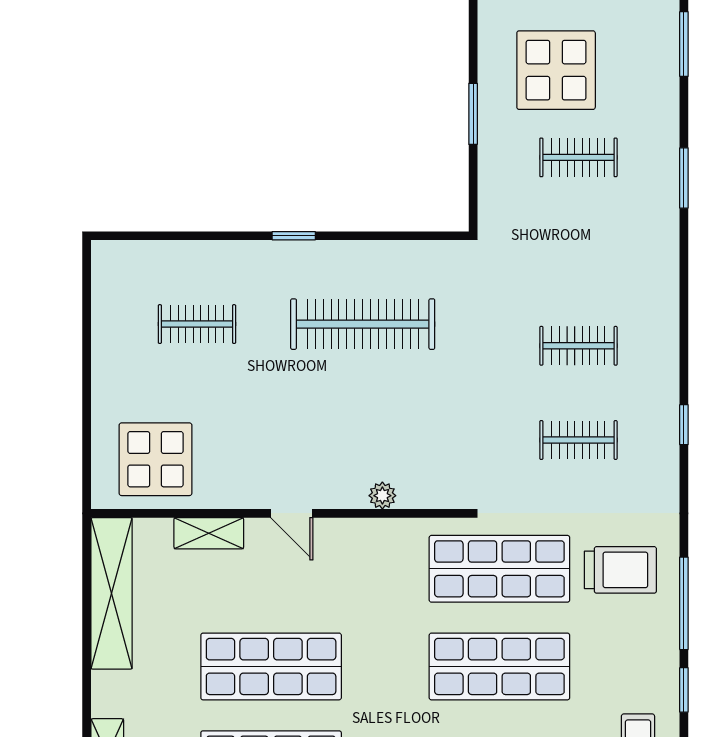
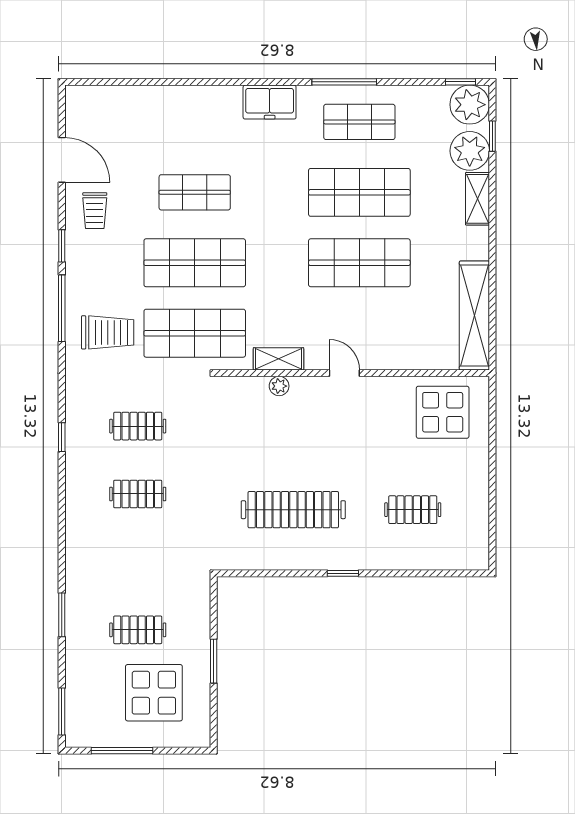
shelving: (209, 533) -> (279, 359), moved
trolley: (620, 570) -> (108, 332), turned 180

